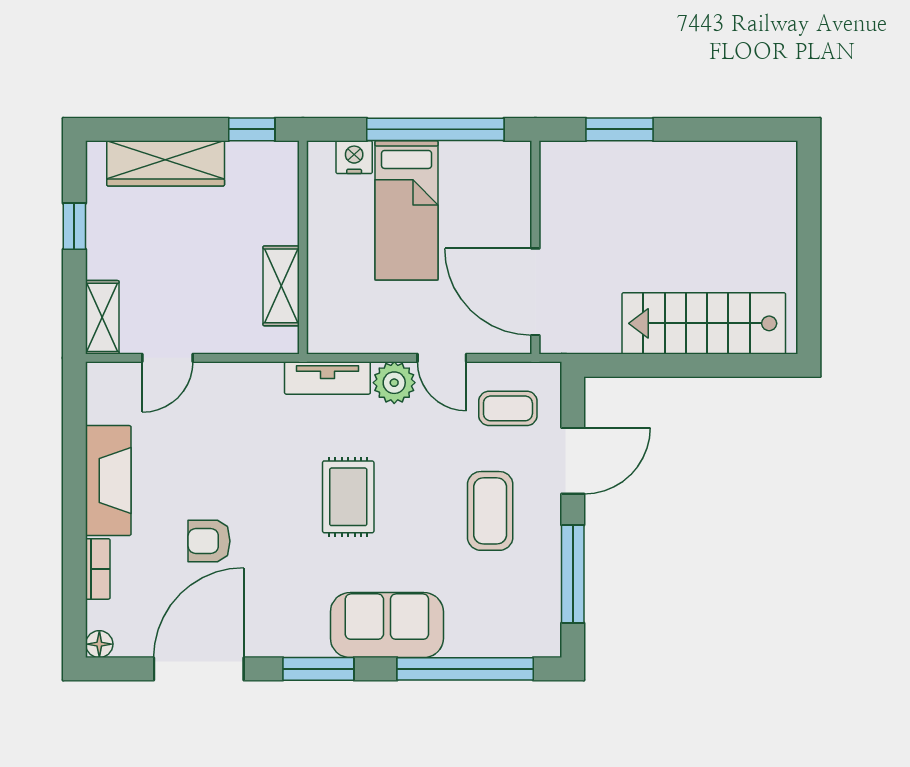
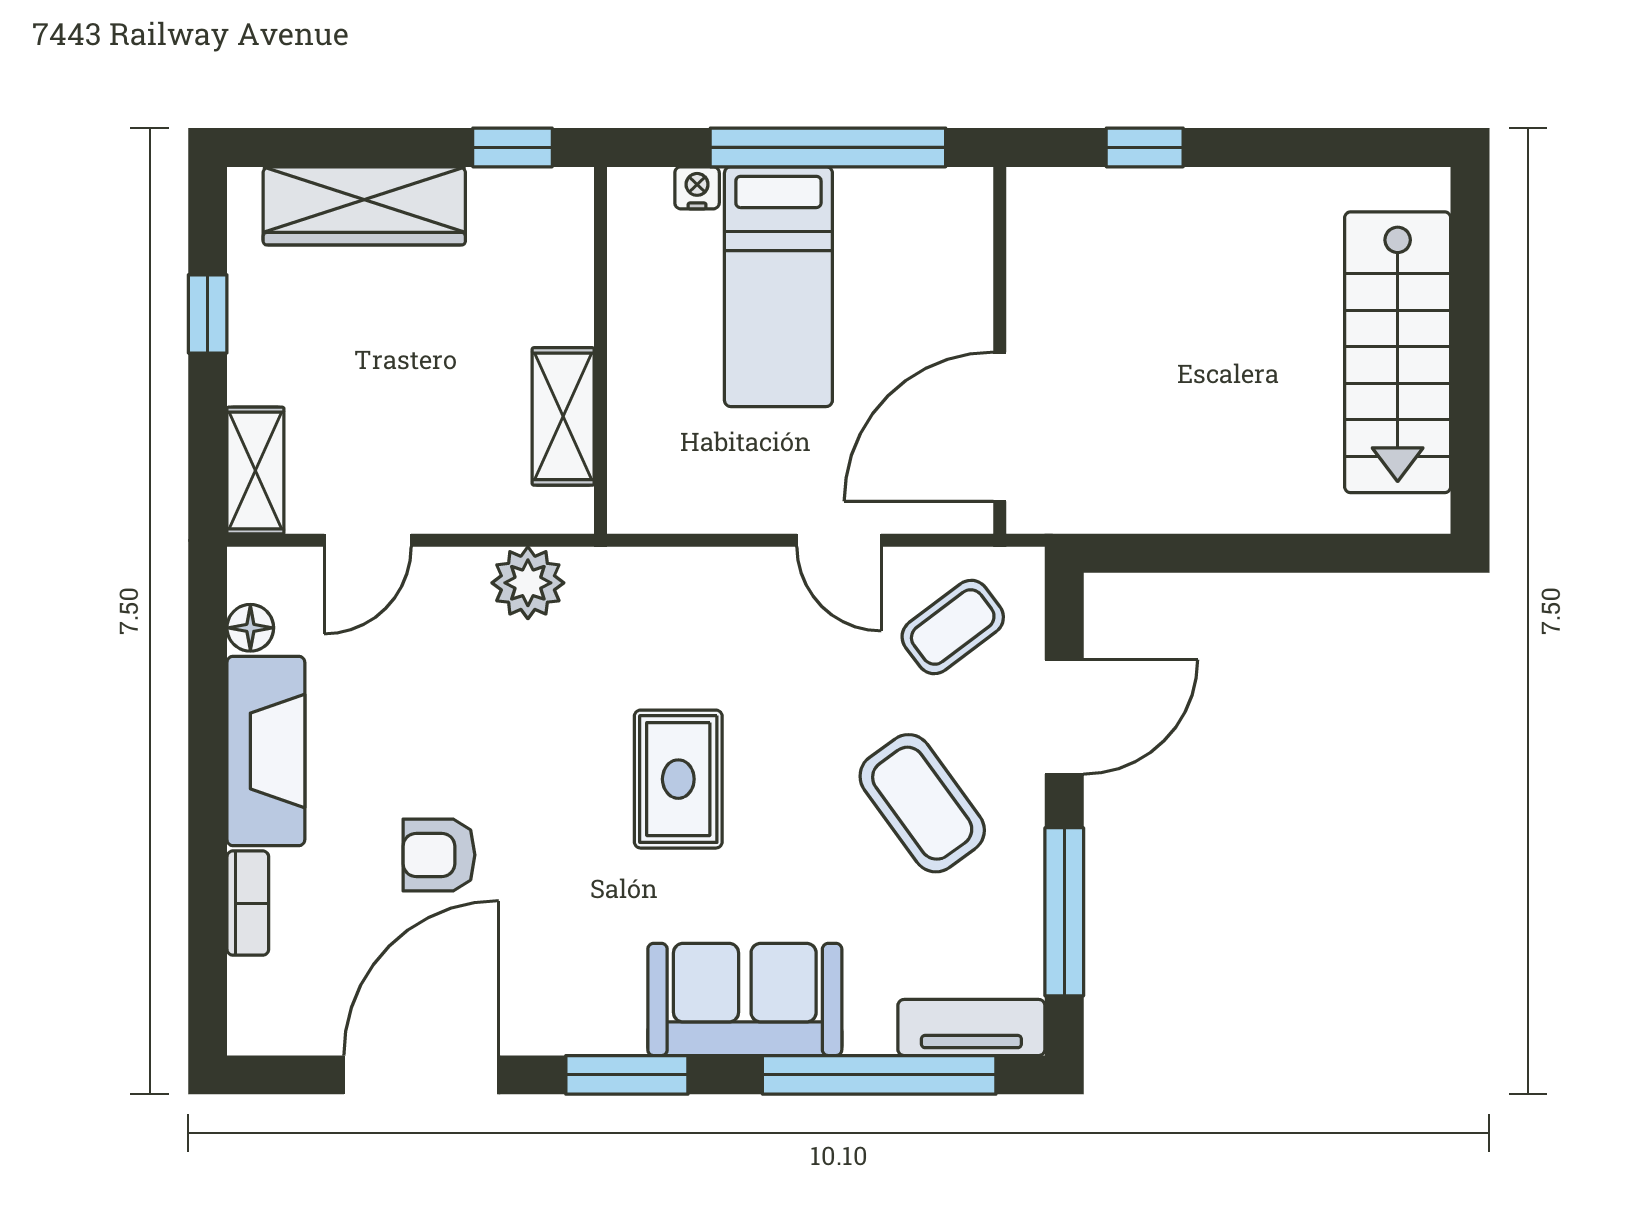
window: (620, 129) -> (1145, 147), width x0.67
nightstand: (354, 157) -> (697, 188), width x0.72, depth x0.74
door: (535, 292) -> (1000, 427), hinge flipped
stairs: (704, 323) -> (1398, 352), moved, turned -90
tv unit: (327, 378) -> (971, 1027), moved, turned 180
plant: (394, 383) -> (528, 583), moved
coffee table: (508, 408) -> (953, 627), turned -37
coffee table: (490, 511) -> (922, 803), turned -36
floor lamp: (99, 644) -> (250, 628), moved

